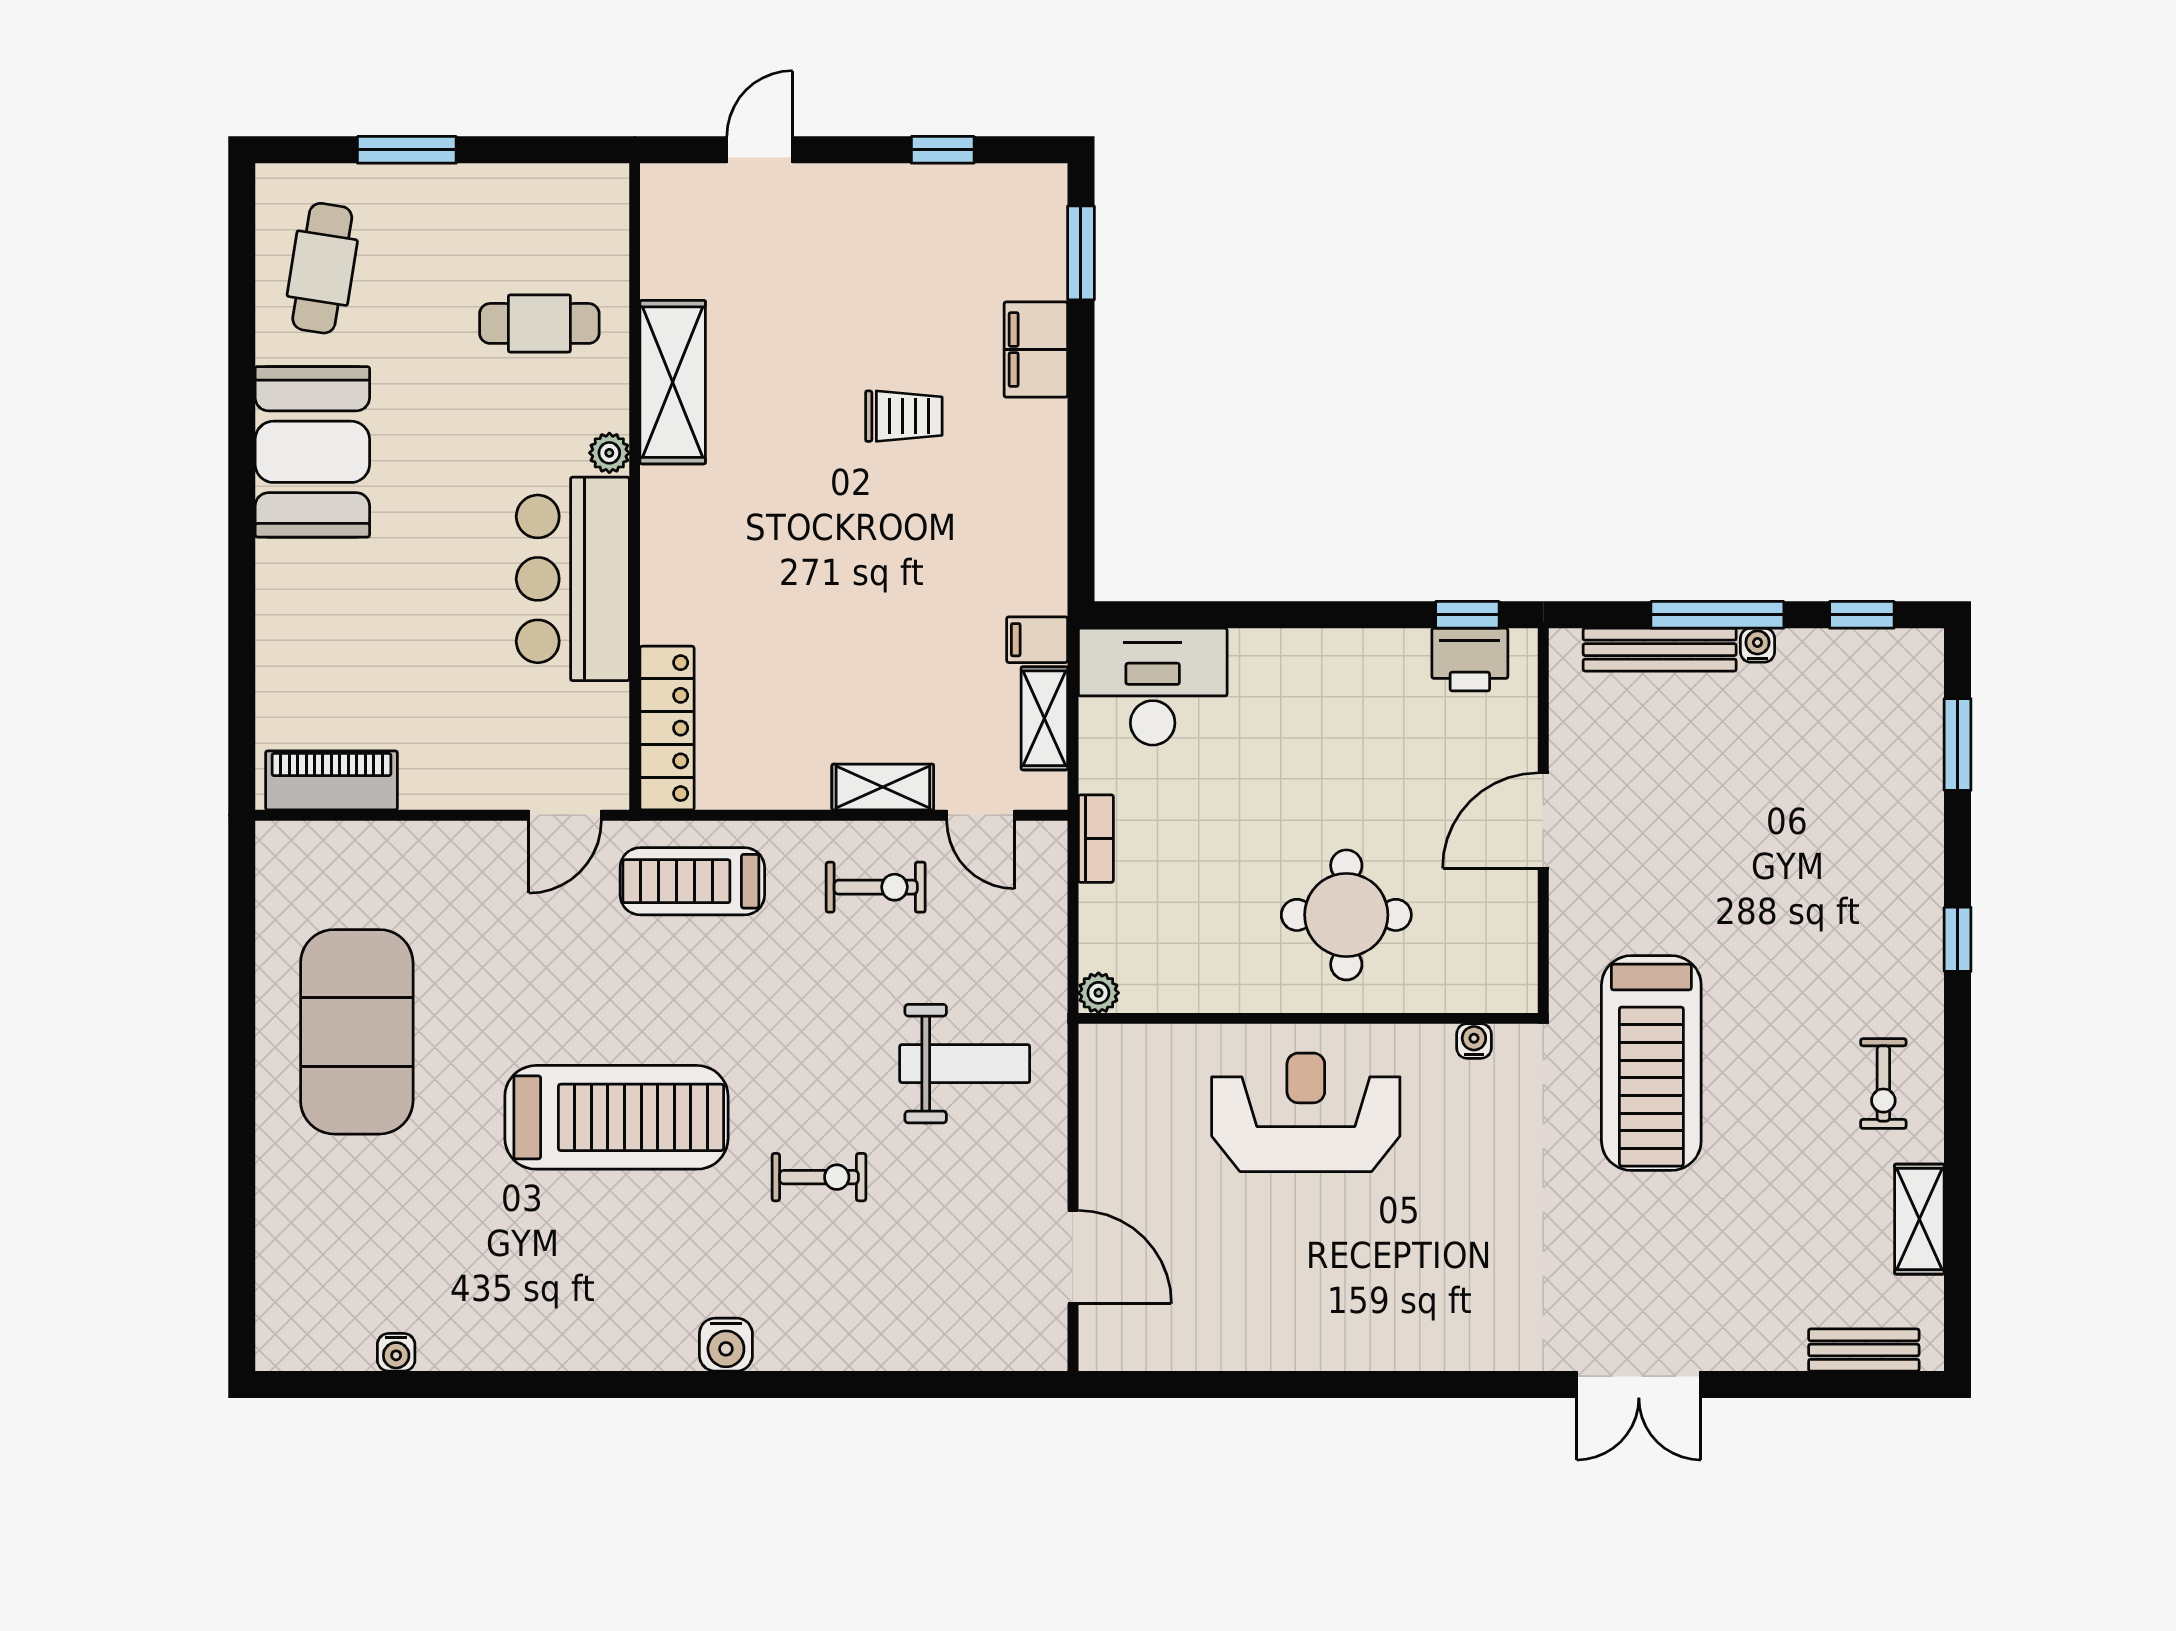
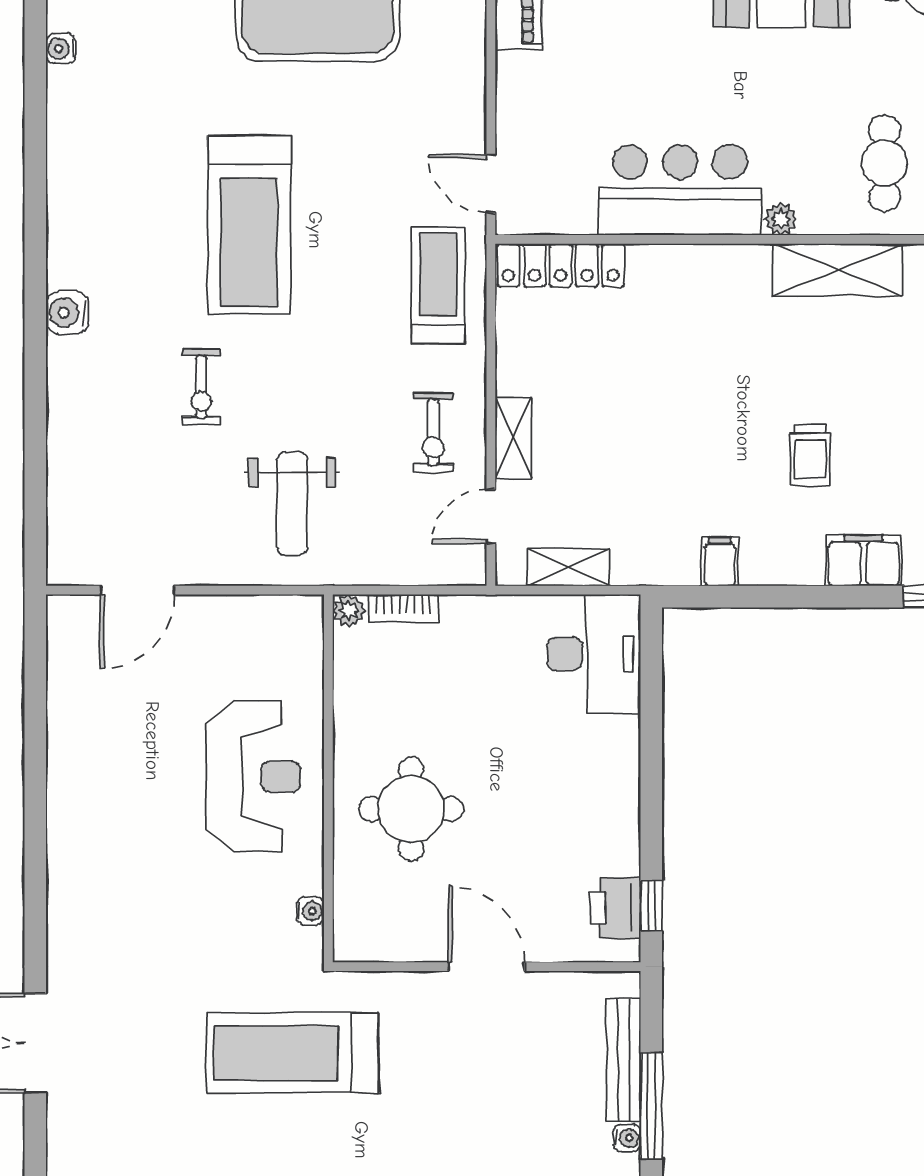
filing cabinet: (1037, 640) -> (720, 561), moved
bookcase: (1096, 839) -> (403, 608), moved

